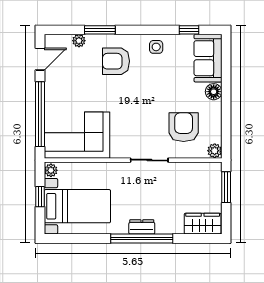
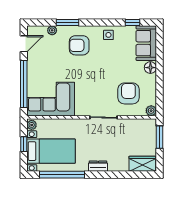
window: (142, 238) -> (62, 175), moved

